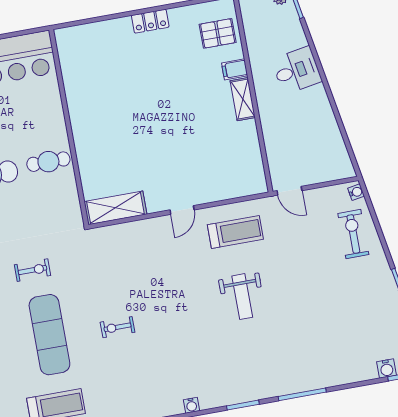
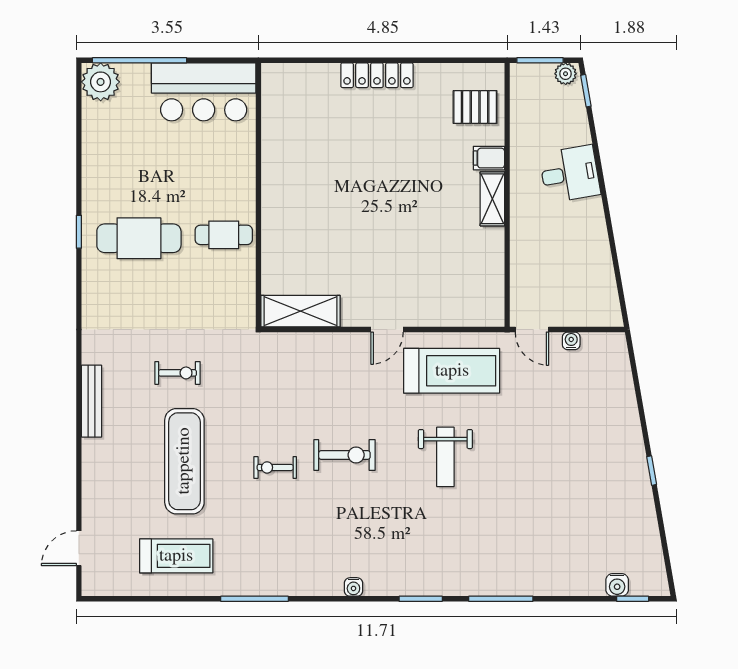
locker: (150, 21) -> (377, 75), width x1.53
water cooler: (356, 192) -> (571, 341), moved, turned -80
treadmill: (235, 232) -> (452, 371), width x1.37, depth x1.38
exercise bike: (353, 234) -> (344, 455), moved, turned 90

